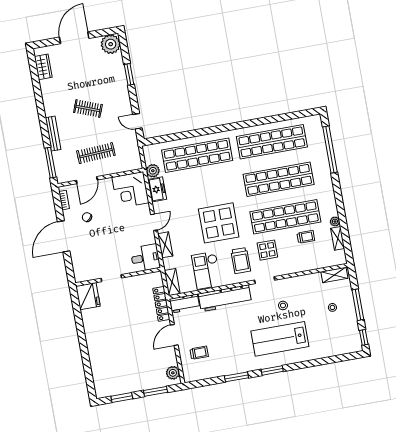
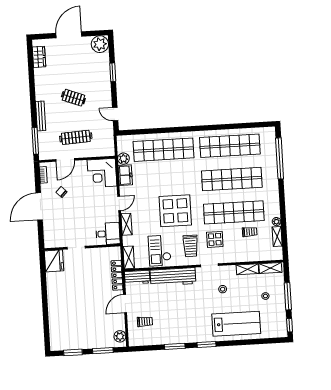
shelving: (308, 279) -> (247, 269), added
lab bench: (280, 339) -> (236, 324), moved, turned 180

